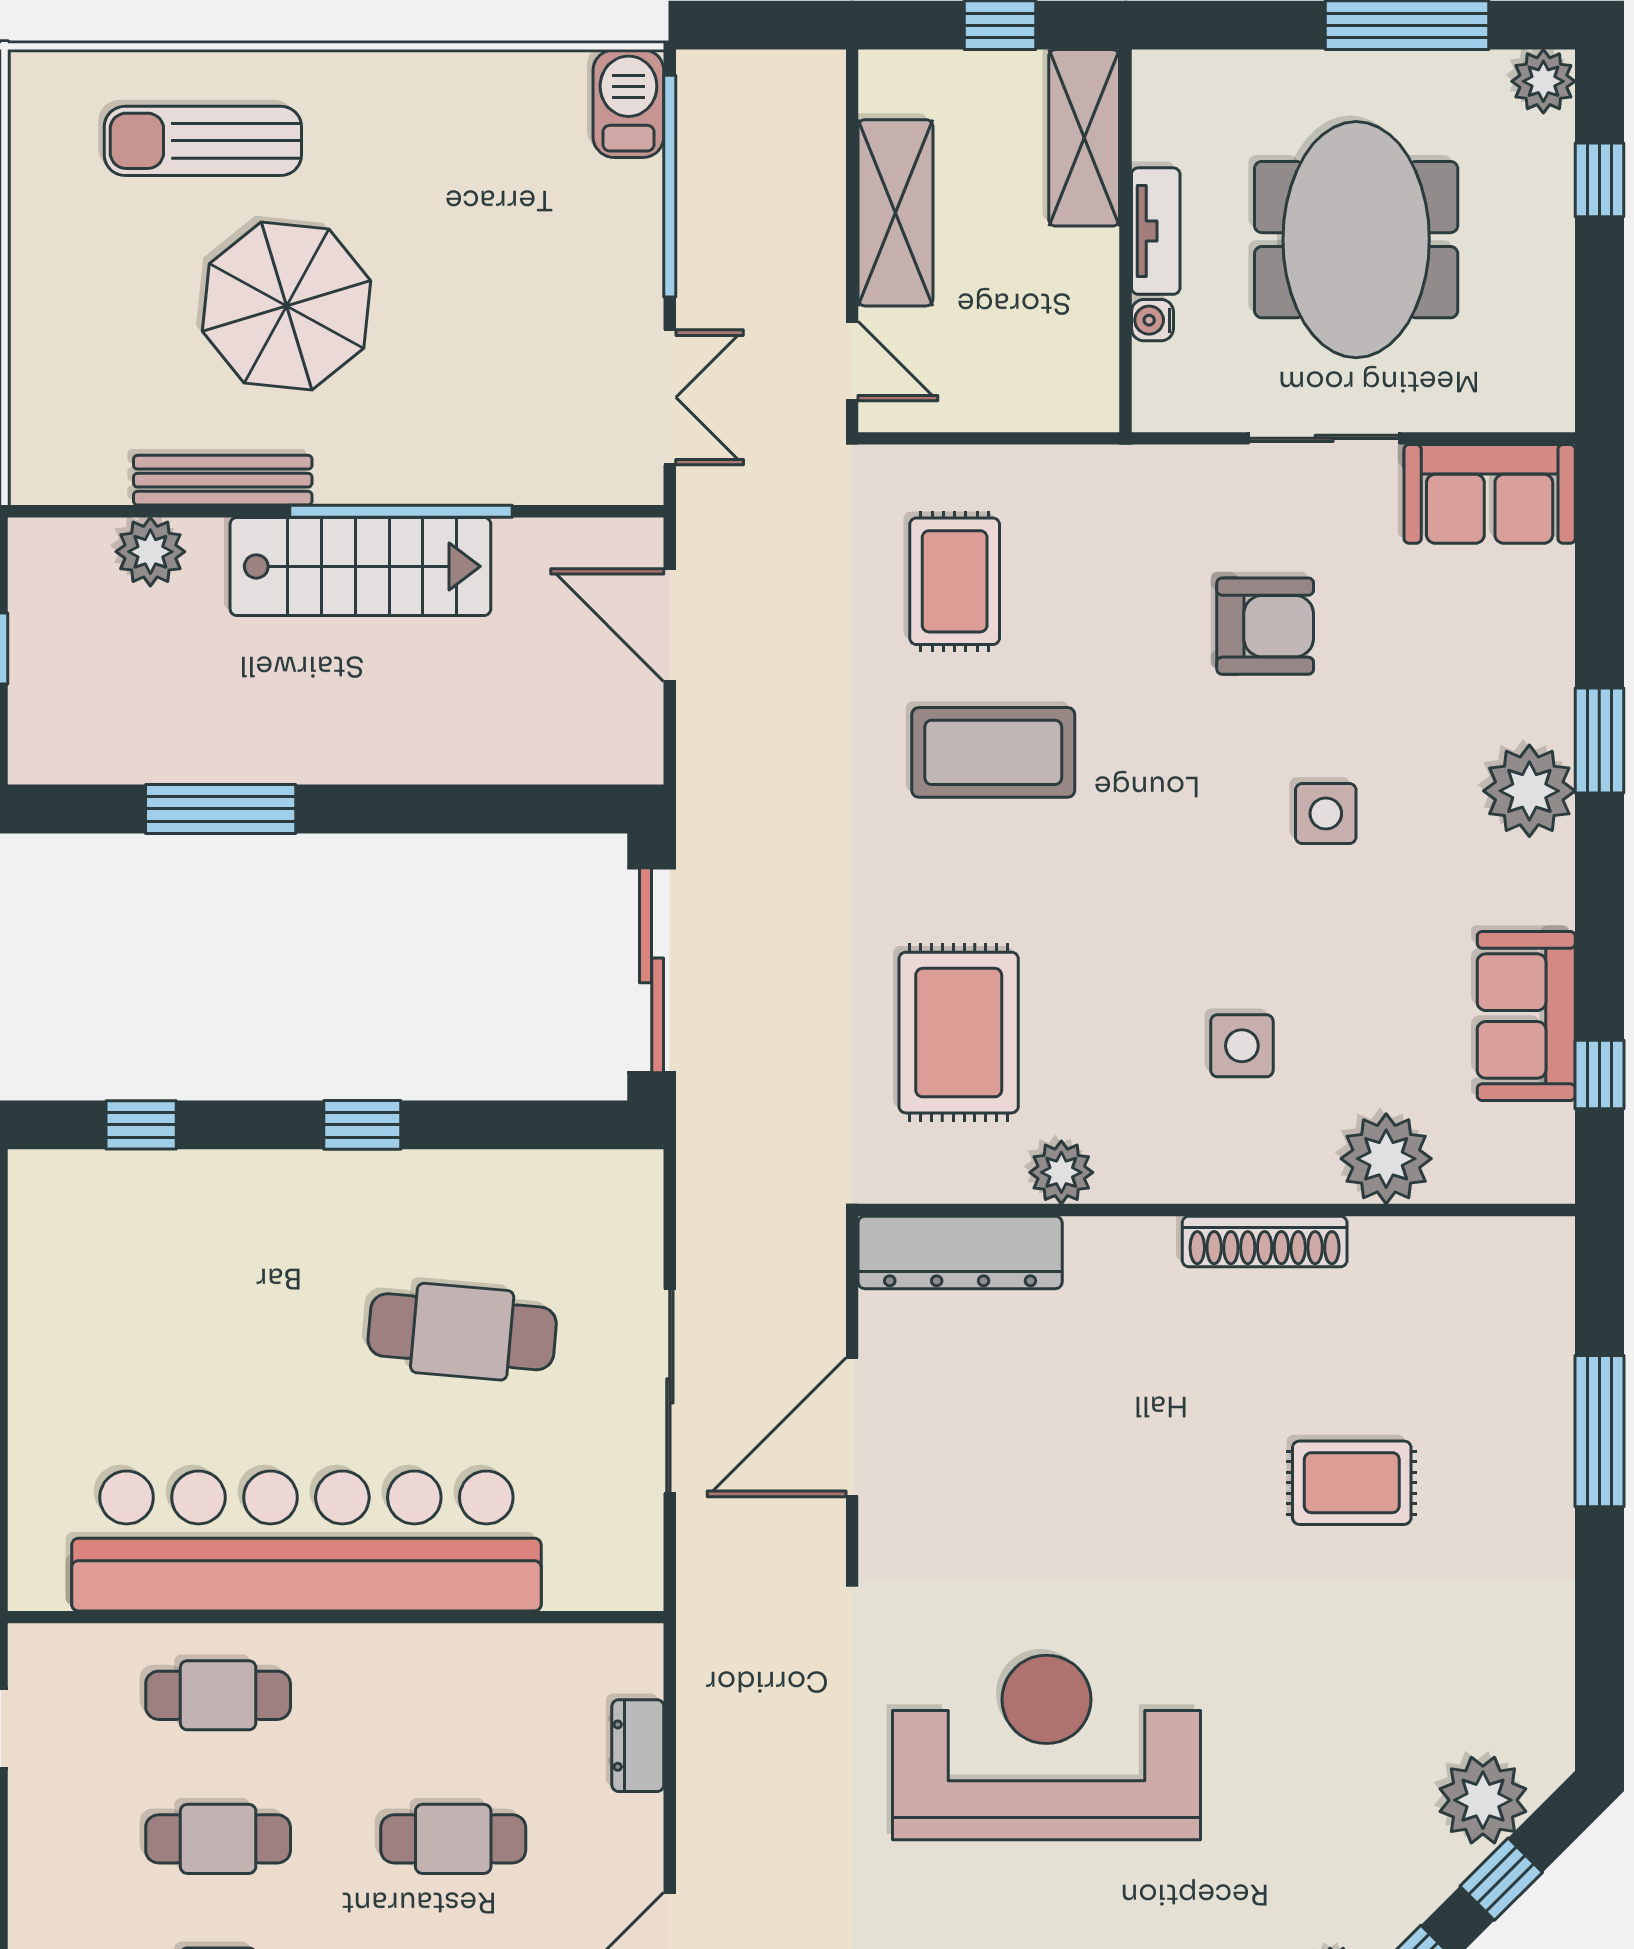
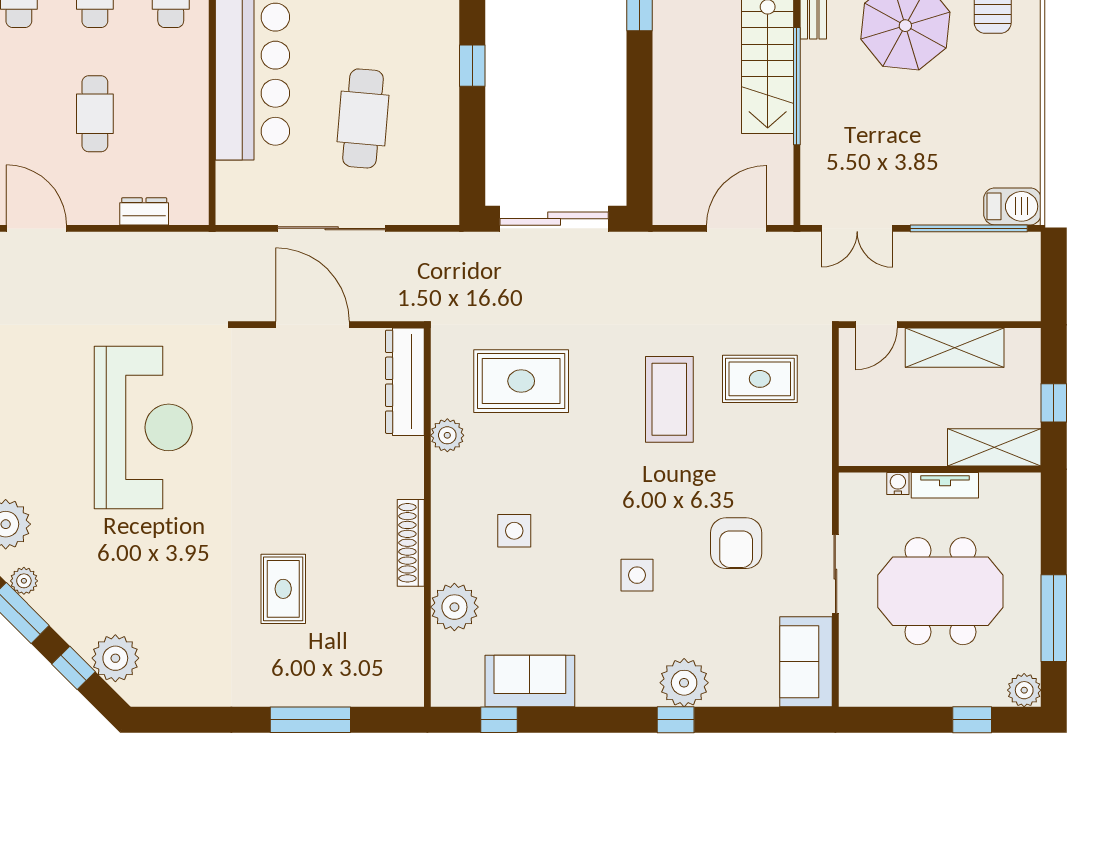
window: (1599, 740) -> (676, 720), width x0.67
plant: (1529, 791) -> (684, 683), moved

